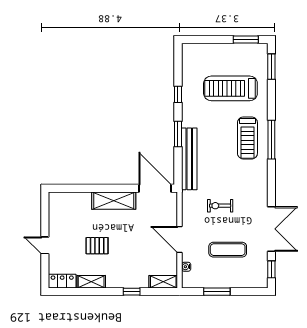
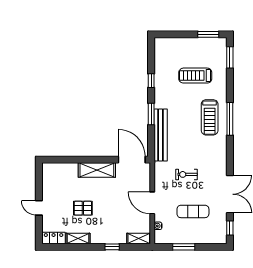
treadmill: (230, 88) -> (195, 76), width x0.73, depth x0.73

